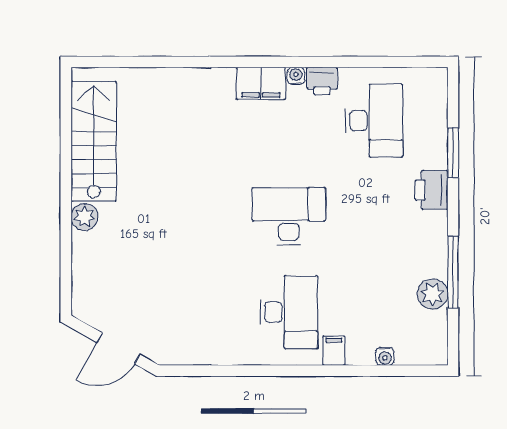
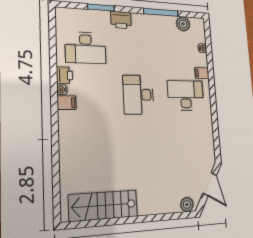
filing cabinet: (261, 83) -> (67, 103), width x0.50
desk: (374, 121) -> (86, 48), turned 180
plant: (85, 217) -> (187, 205), moved
plant: (433, 294) -> (183, 24), moved

